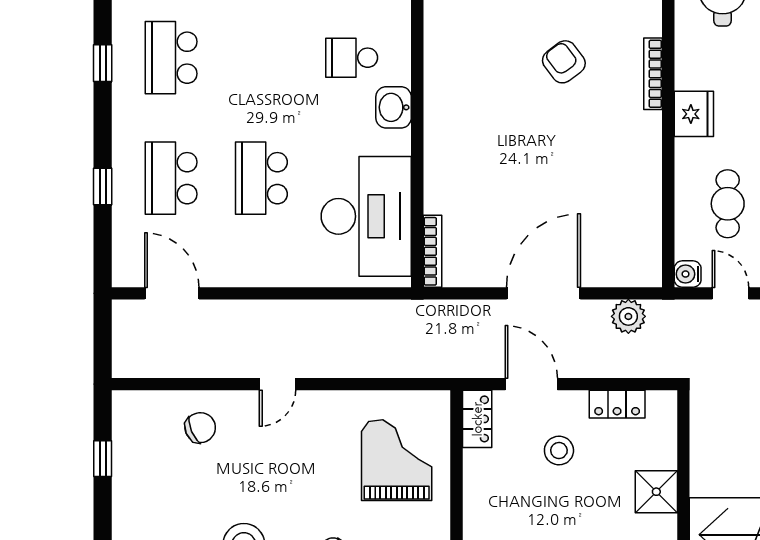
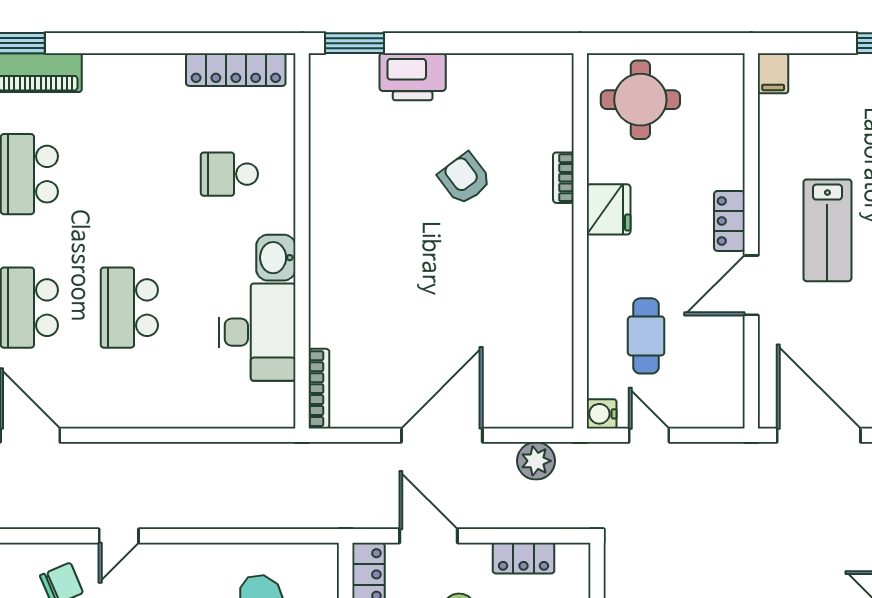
bookcase: (653, 74) -> (563, 178), width x0.64
washbasin: (394, 107) -> (276, 258), moved
fridge: (694, 114) -> (609, 209), moved
desk: (366, 216) -> (257, 332), width x0.73, depth x0.77
door: (277, 384) -> (119, 536), moved

